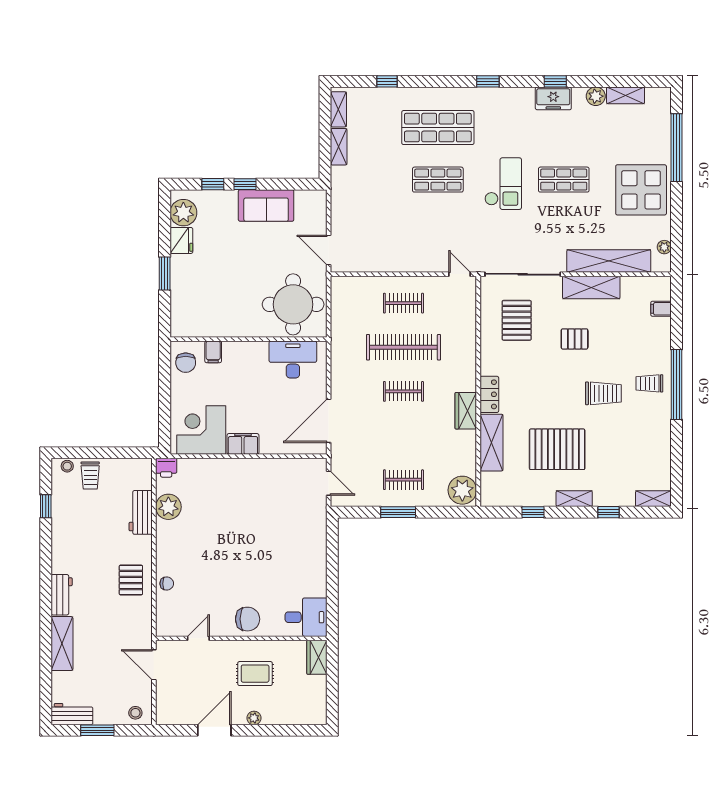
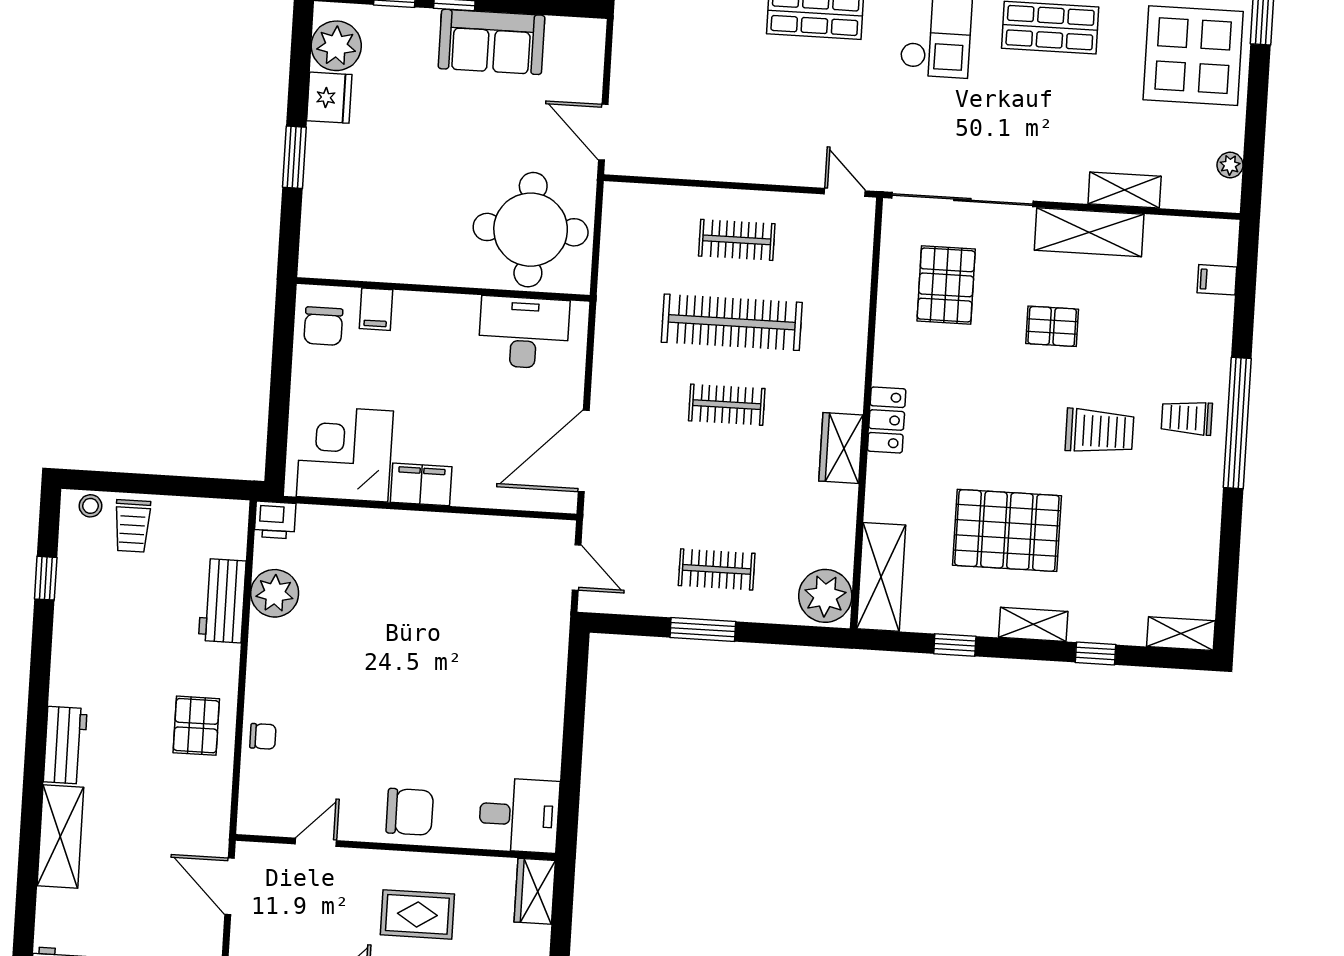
shelving: (609, 261) -> (1125, 190), width x0.45, depth x0.75
shelving: (491, 443) -> (881, 577), moved

